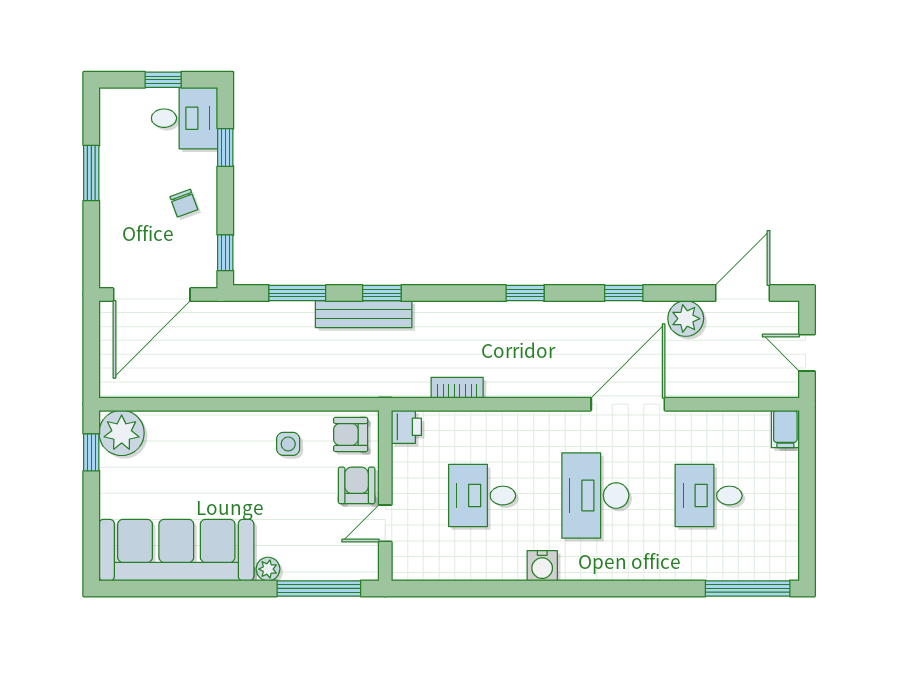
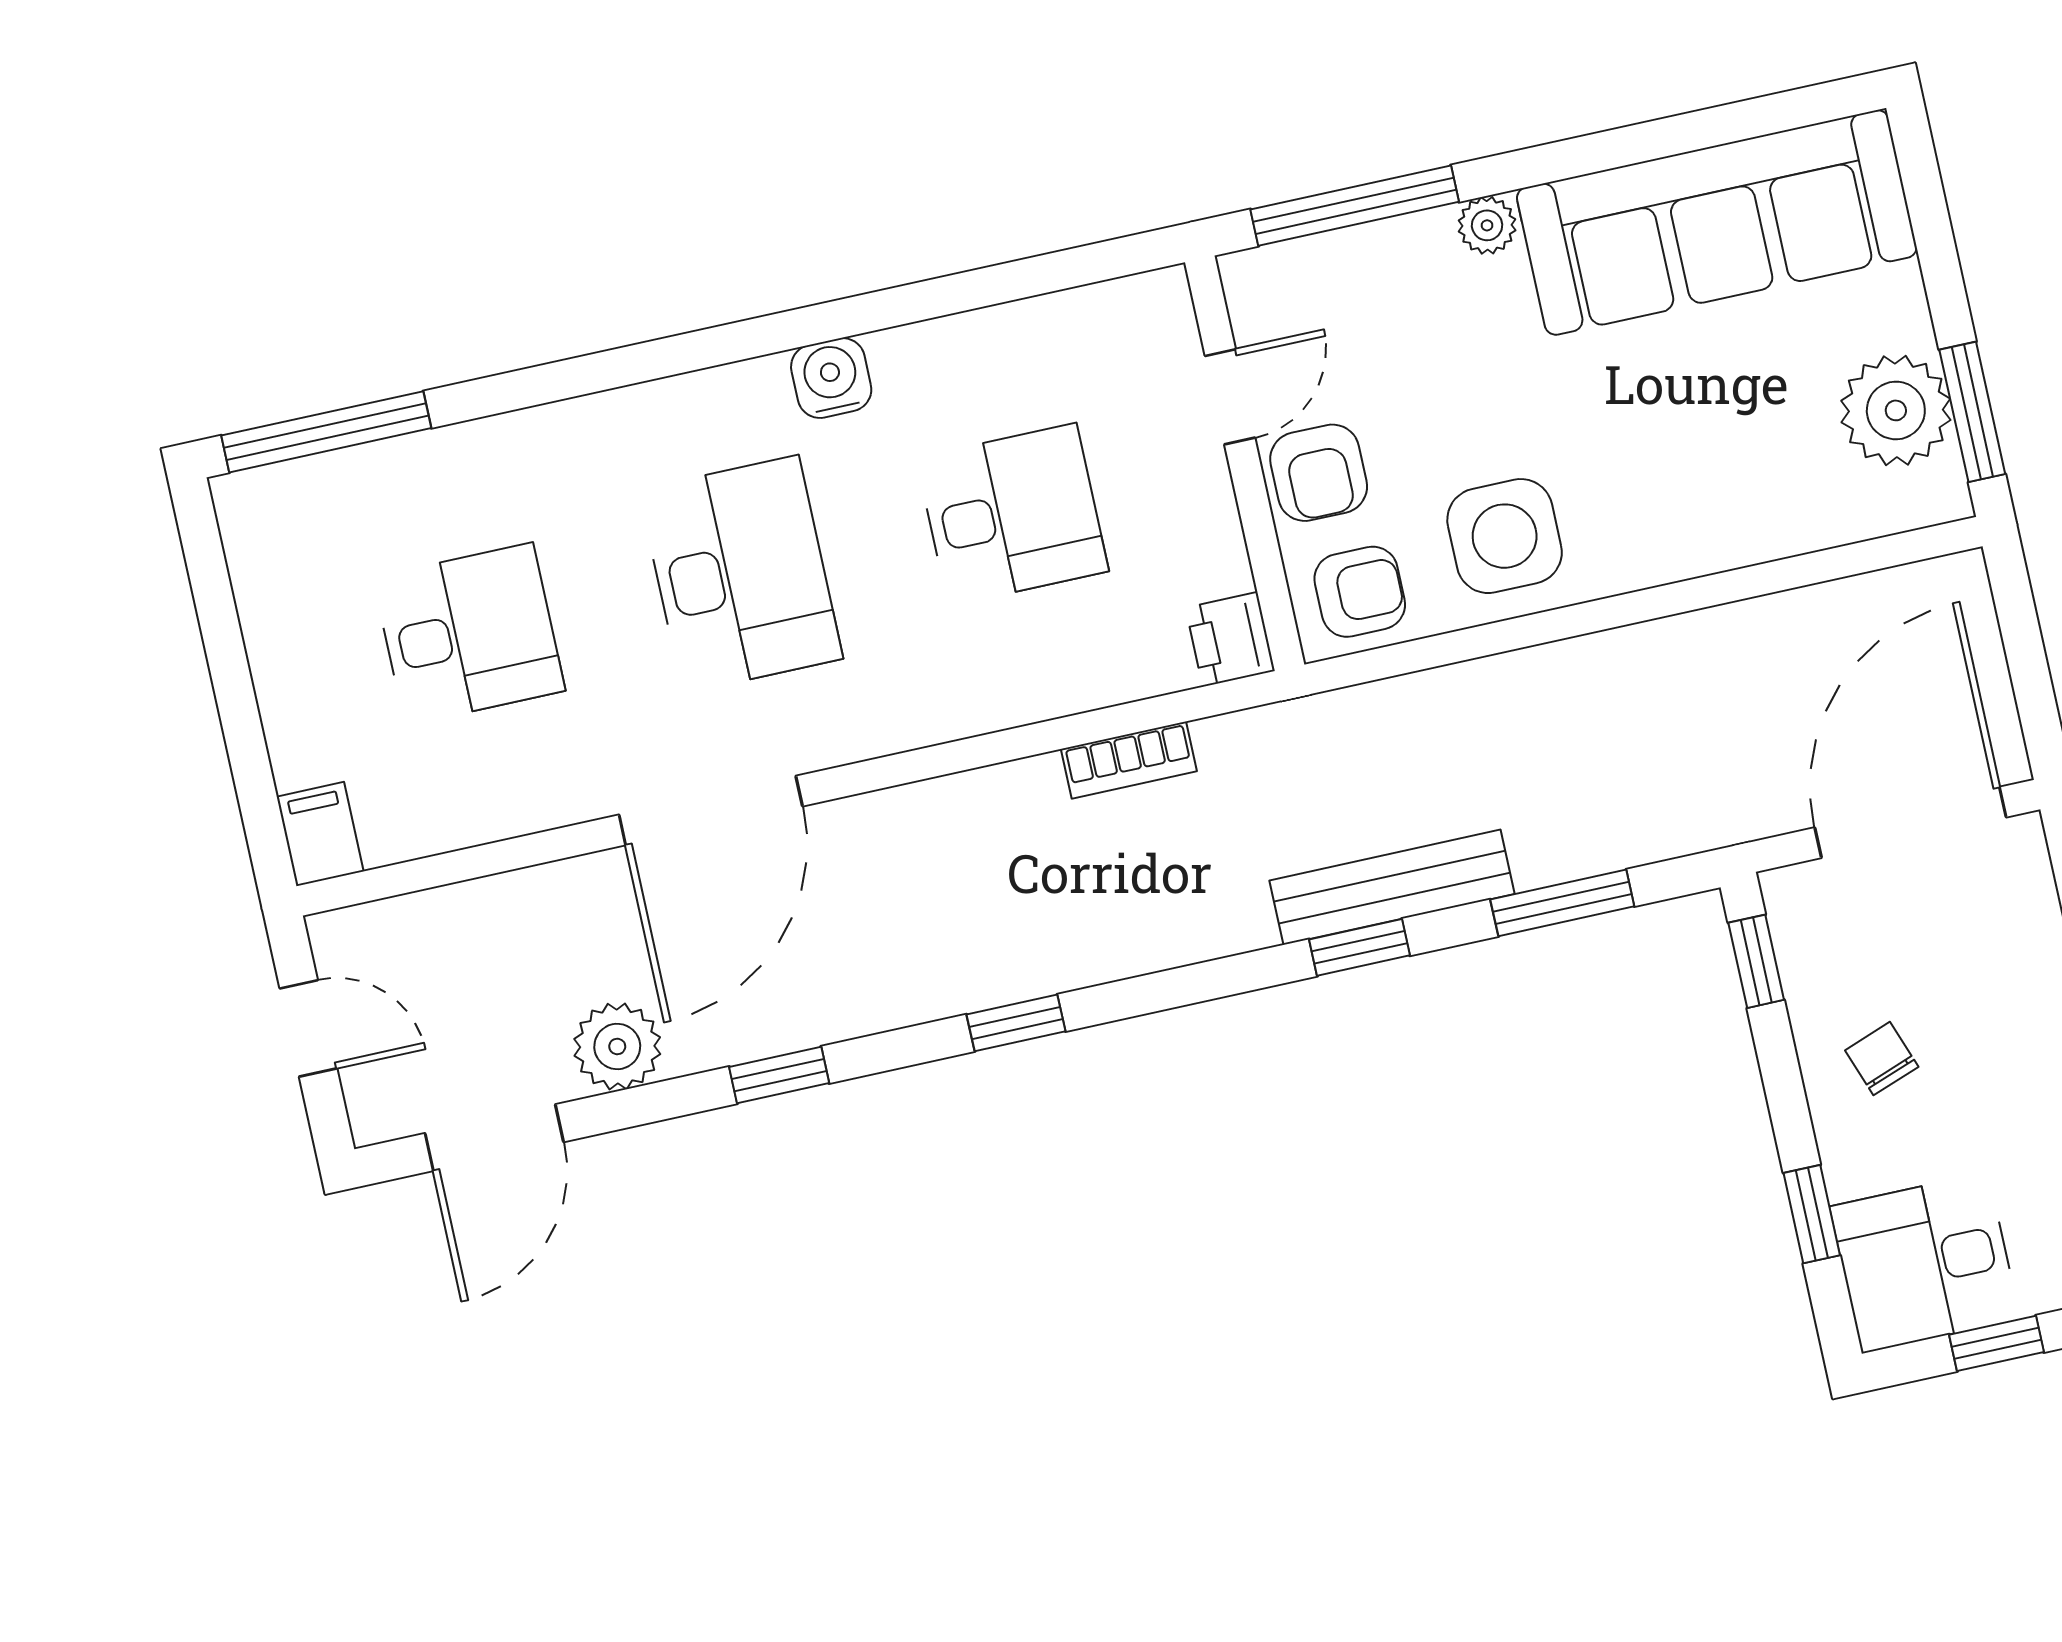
plant: (122, 433) -> (1896, 410), moved
side table: (288, 444) -> (1505, 536), width x1.87, depth x1.87
window: (91, 452) -> (1972, 412), width x1.50

